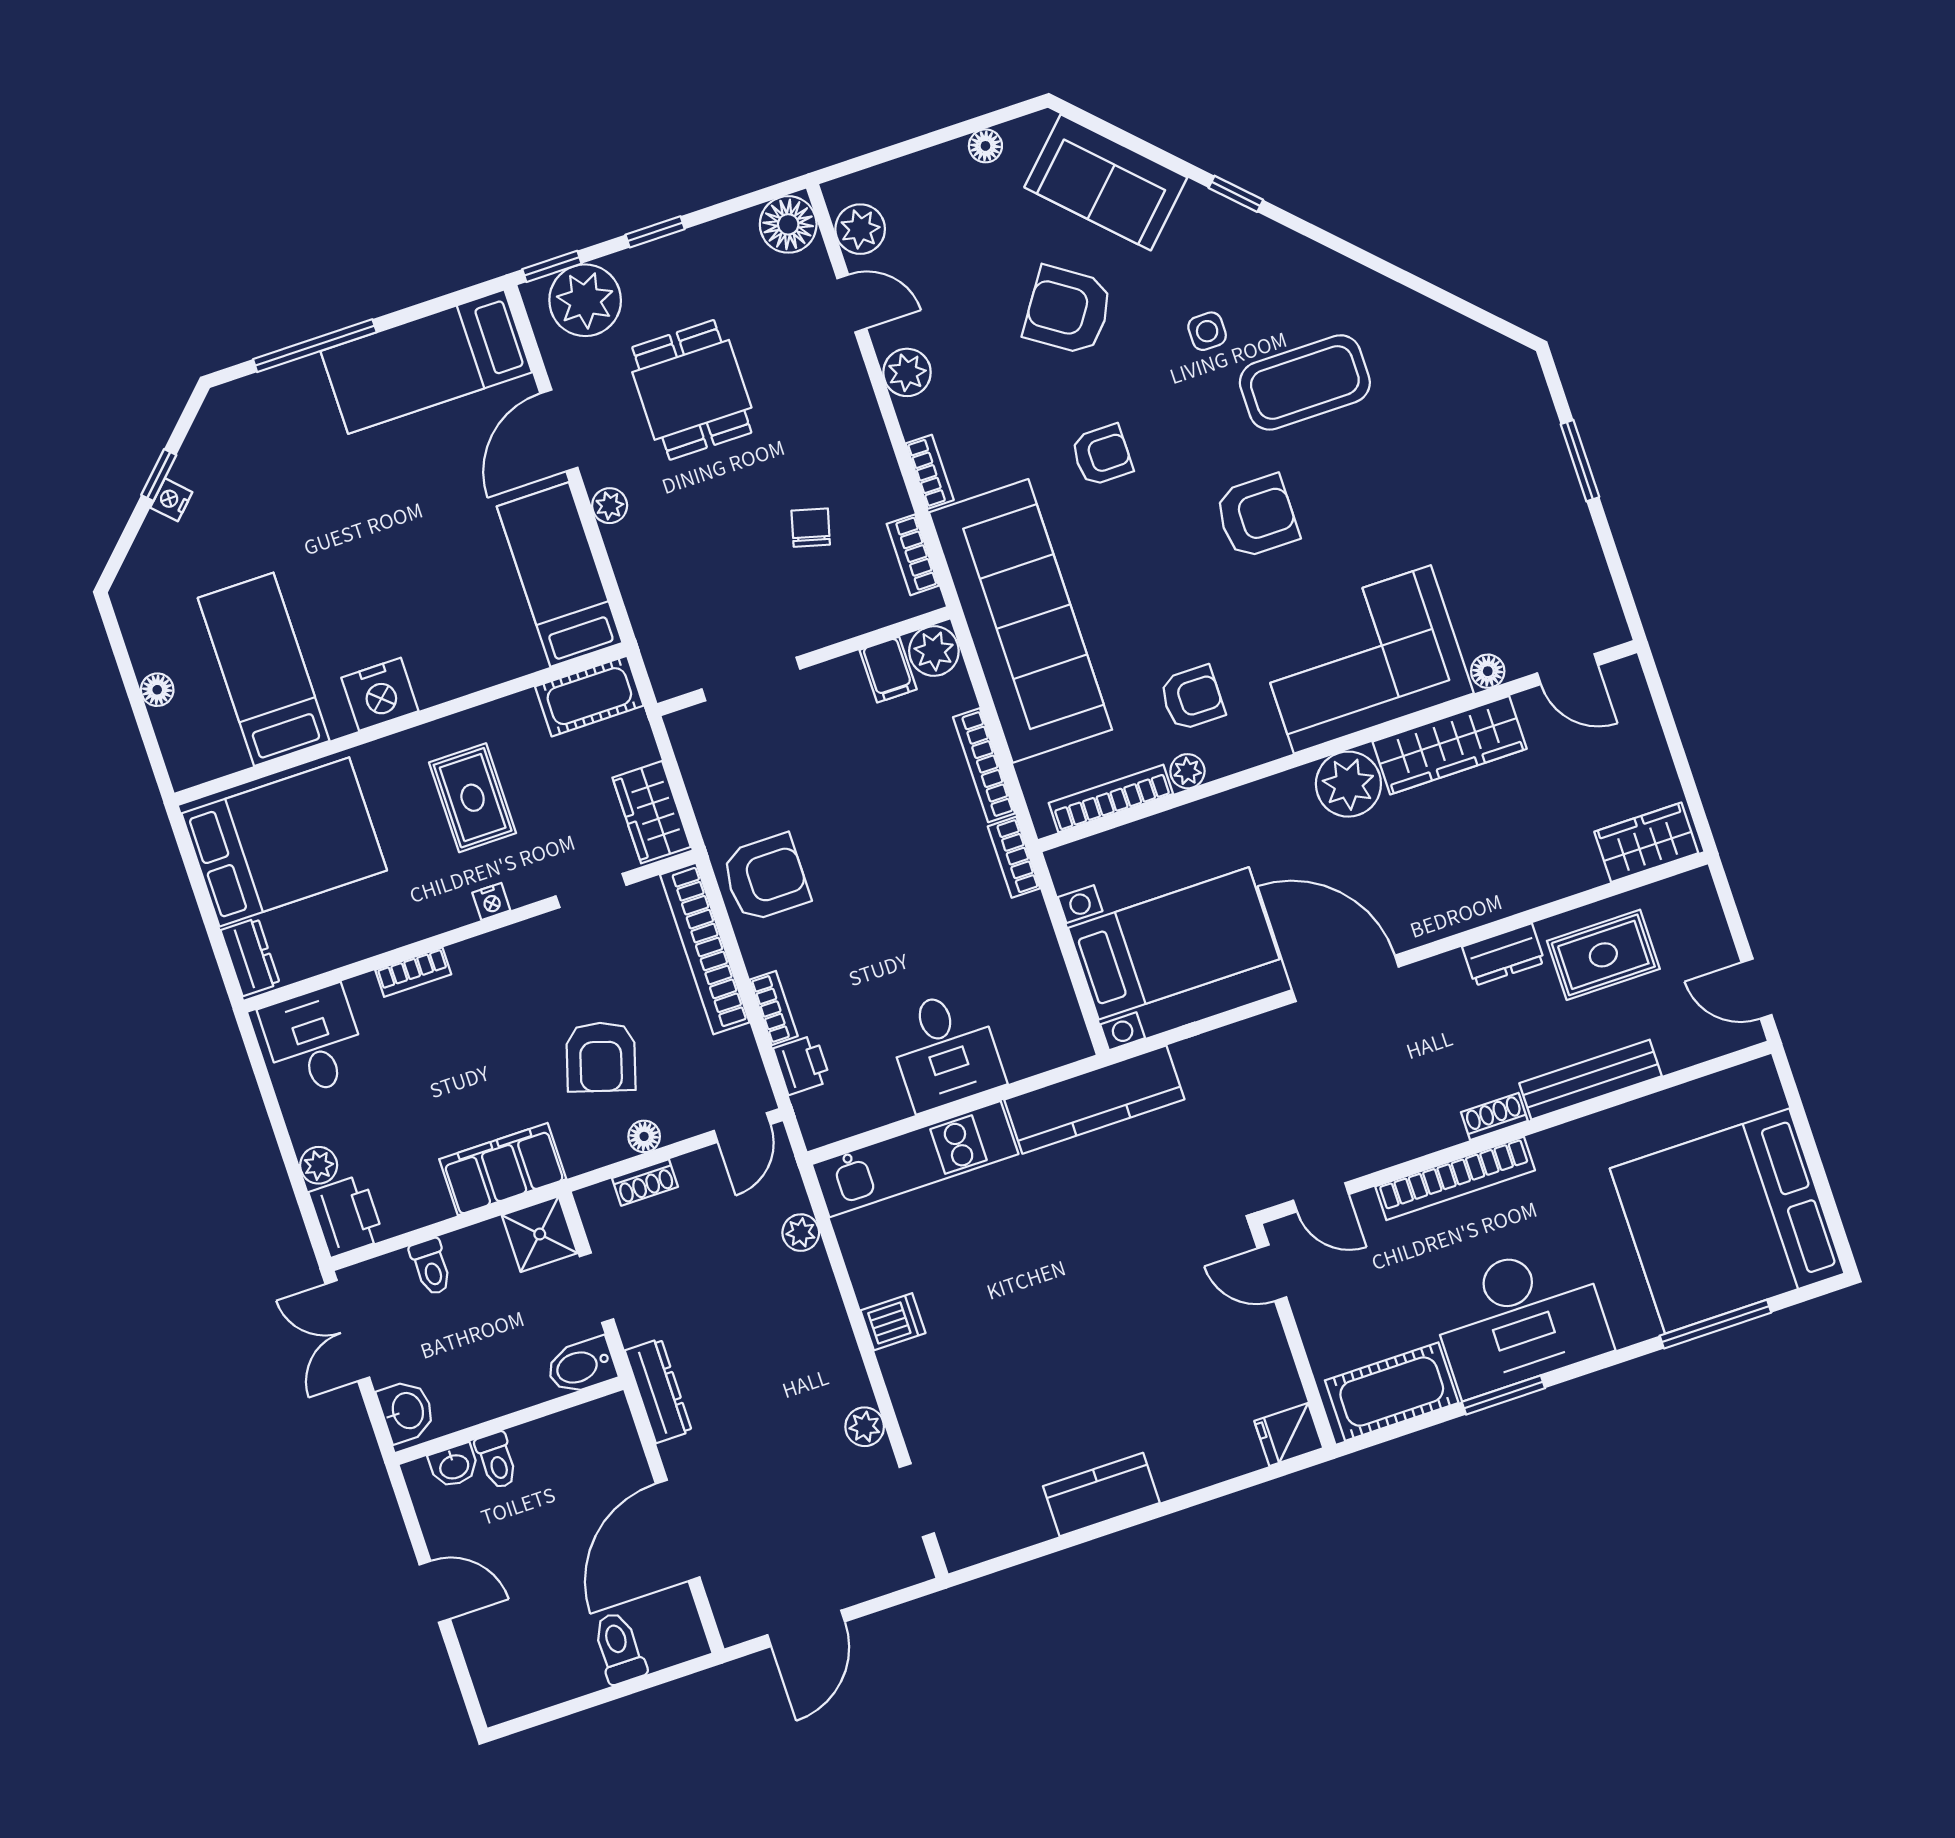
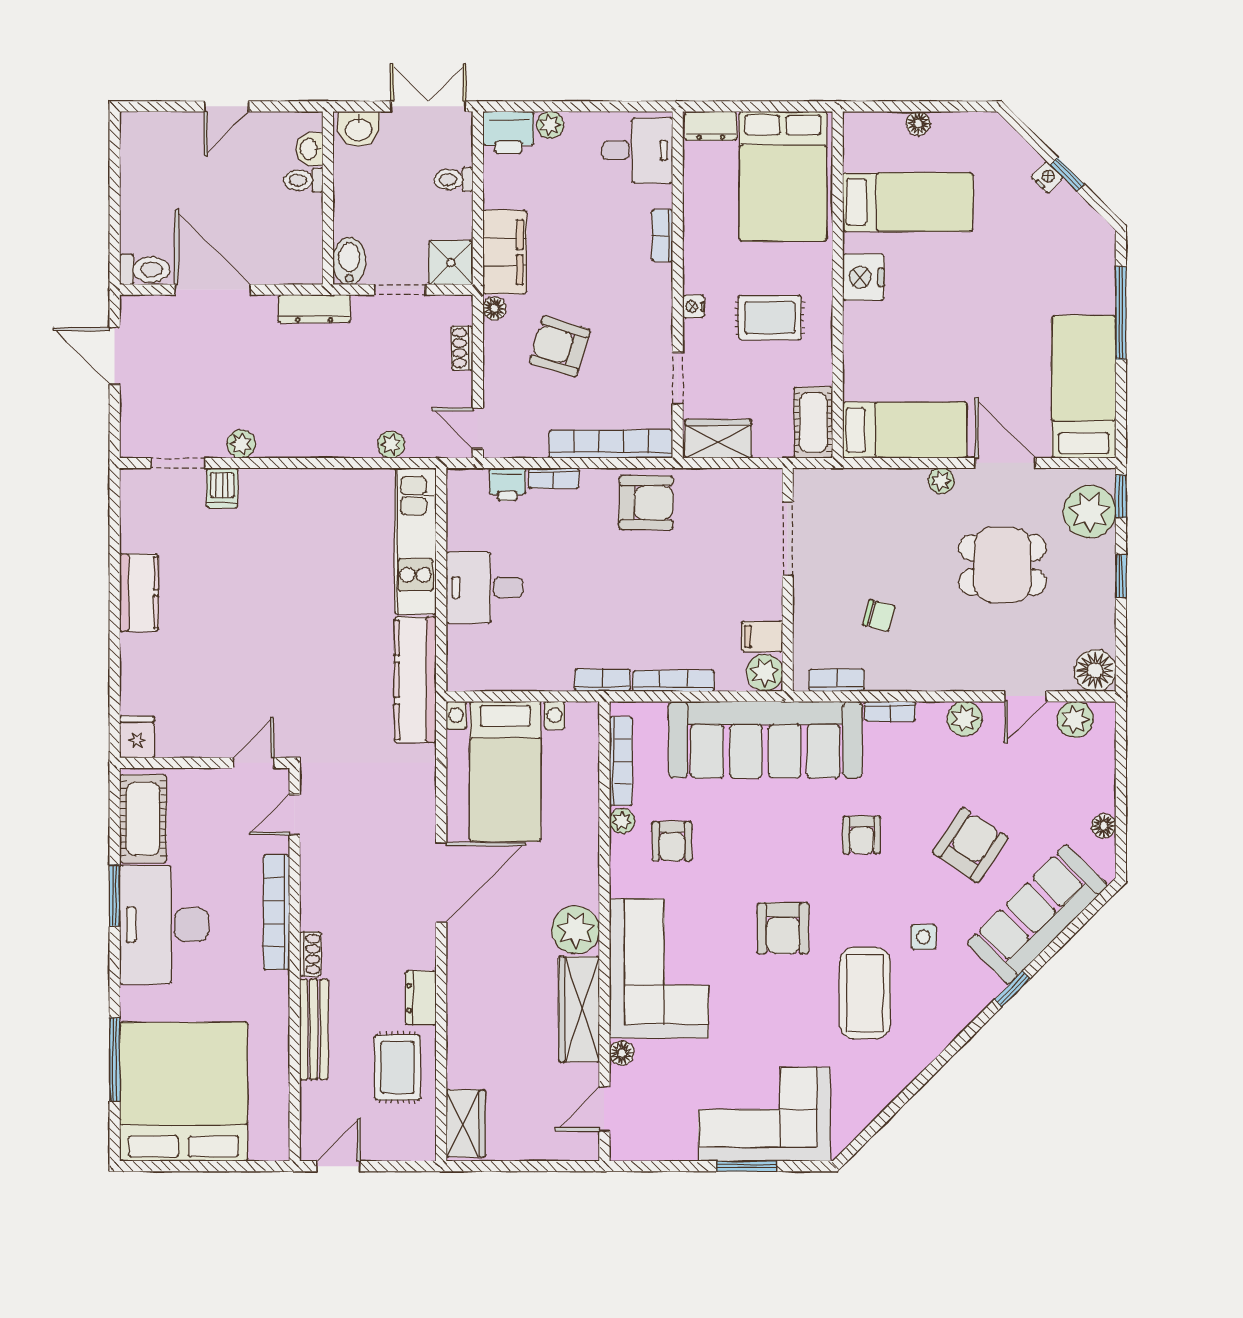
sofa: (1106, 182) -> (1037, 914), width x1.36
corner sofa: (1505, 460) -> (764, 1114), added
armchair: (766, 878) -> (646, 503), turned -90
floor lamp: (644, 1136) -> (494, 308), moved
dishwasher: (893, 1322) -> (222, 488), moved
toilet: (619, 1648) -> (145, 270), moved

